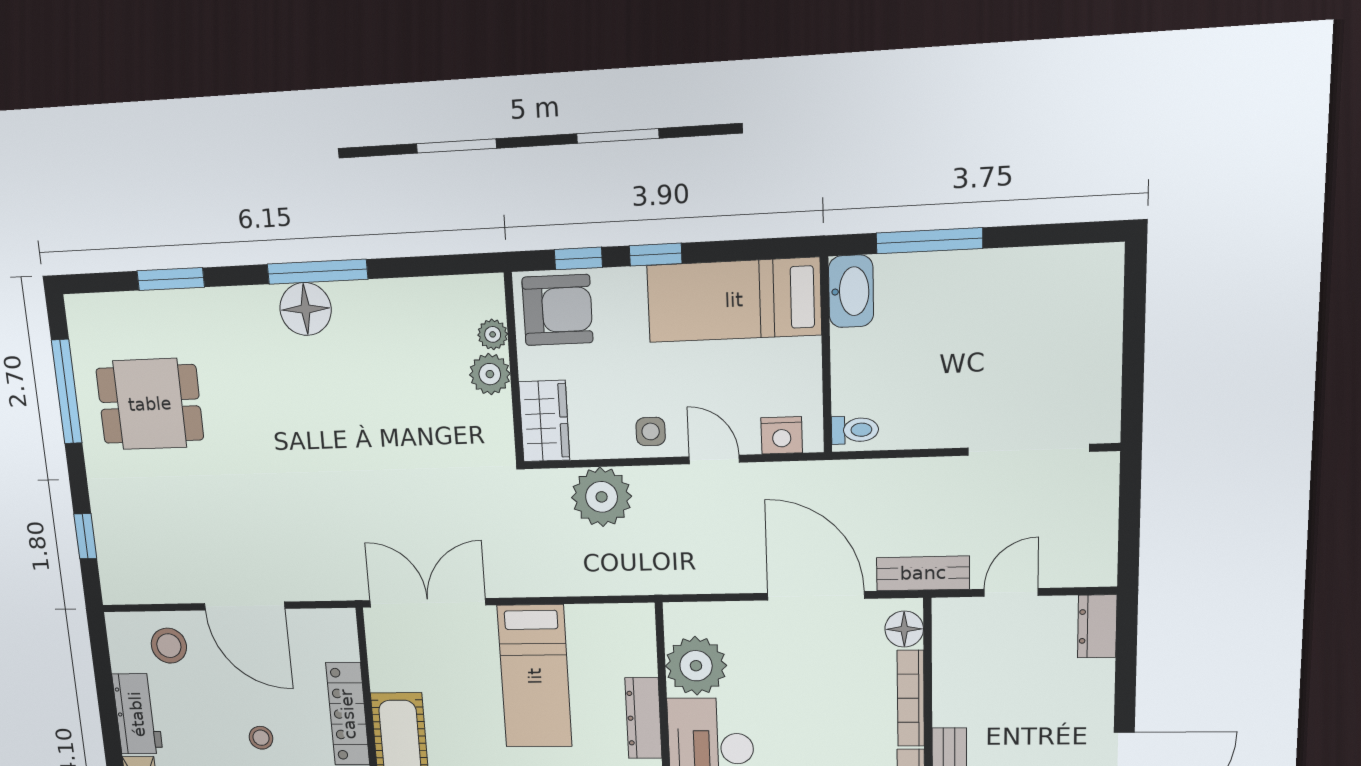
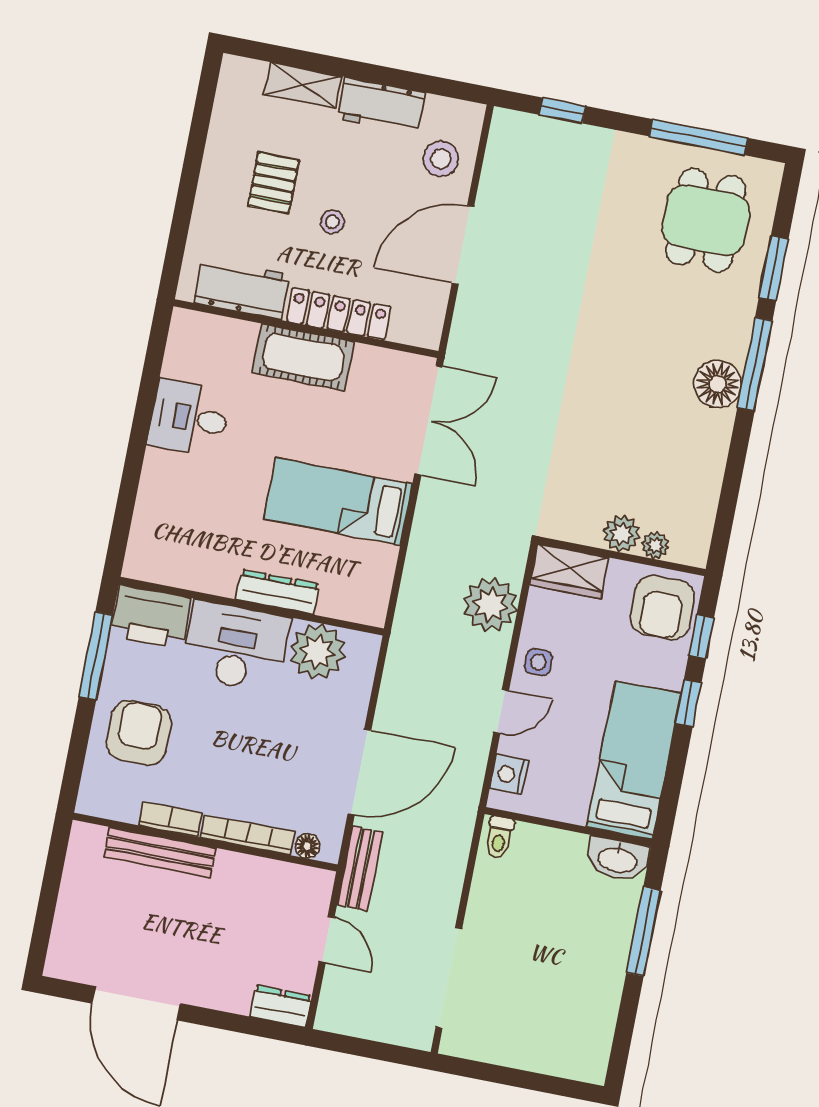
window: (317, 272) -> (755, 364), moved
dining table: (150, 404) -> (706, 220), moved
floor lamp: (904, 629) -> (307, 846), width x0.73, depth x0.73

